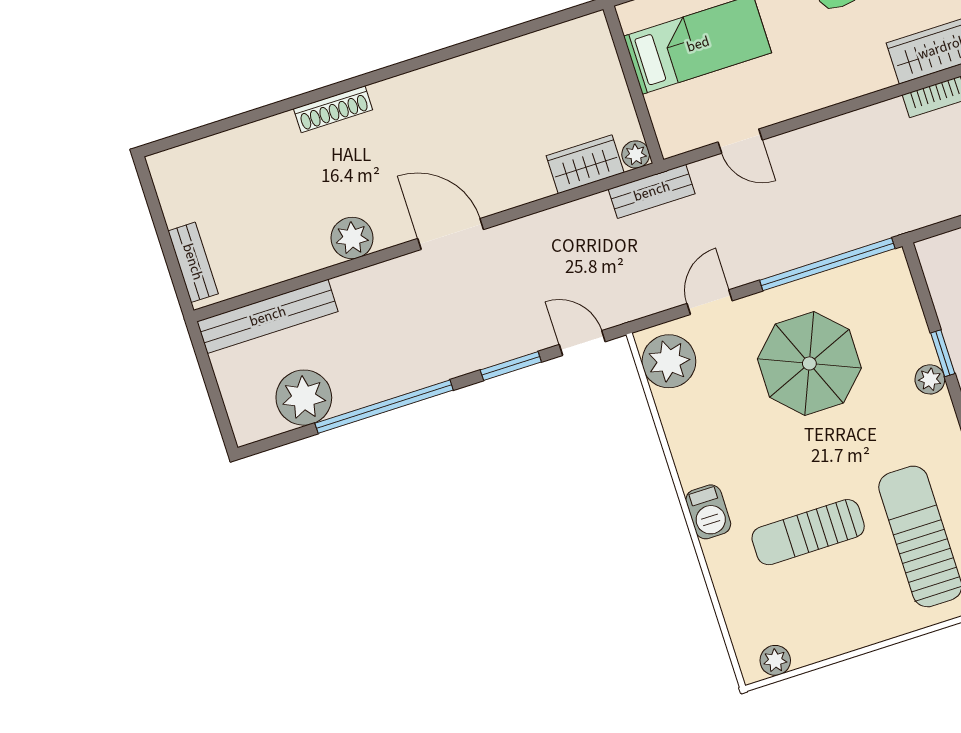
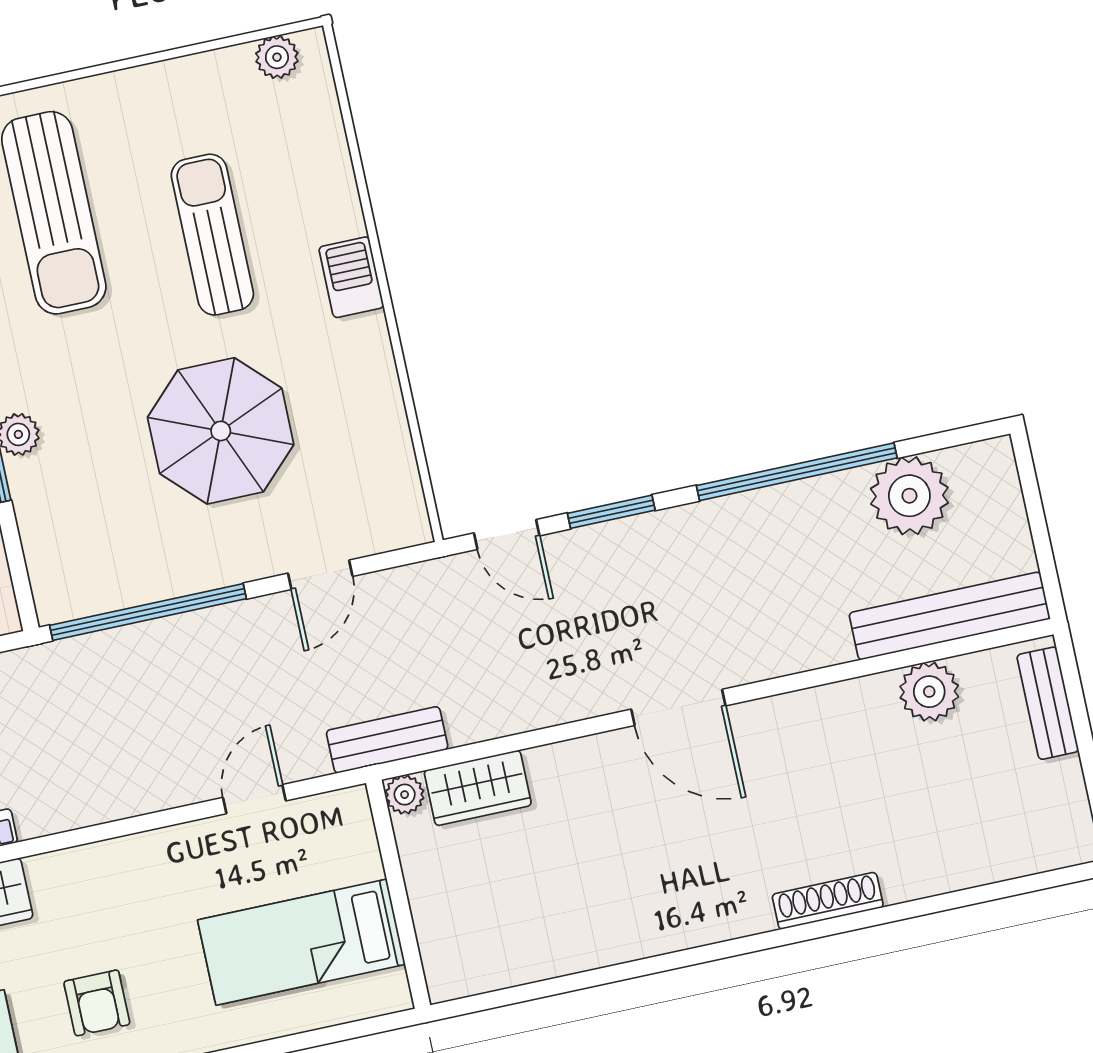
door: (740, 141) -> (254, 799), hinge flipped
plant: (352, 238) -> (929, 692), moved
plant: (669, 361) -> (386, 496), removed
parasol: (809, 363) -> (221, 431), moved
sun lounger: (808, 532) -> (212, 235), turned -90

